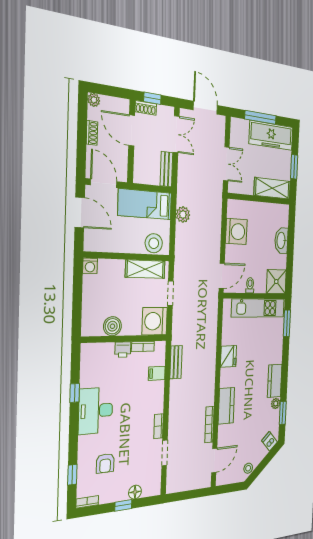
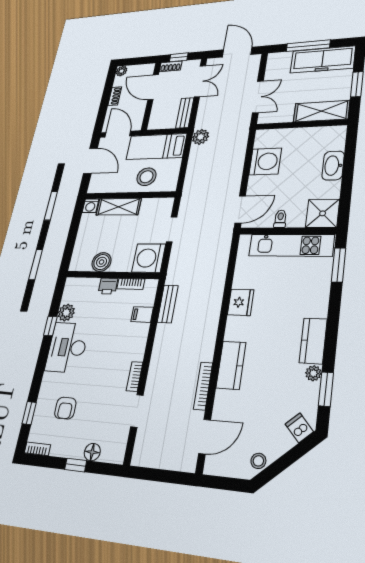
plant: (183, 215) -> (201, 137), moved
stool: (154, 243) -> (146, 177), moved
shelving: (145, 269) -> (119, 207), moved
plant: (88, 378) -> (66, 313), added

